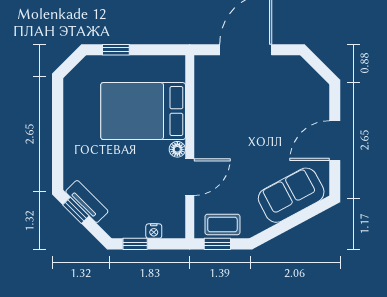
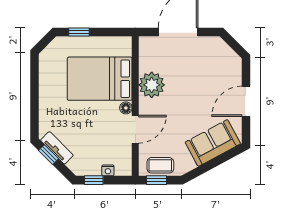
plant: (211, 119) -> (152, 85), added

